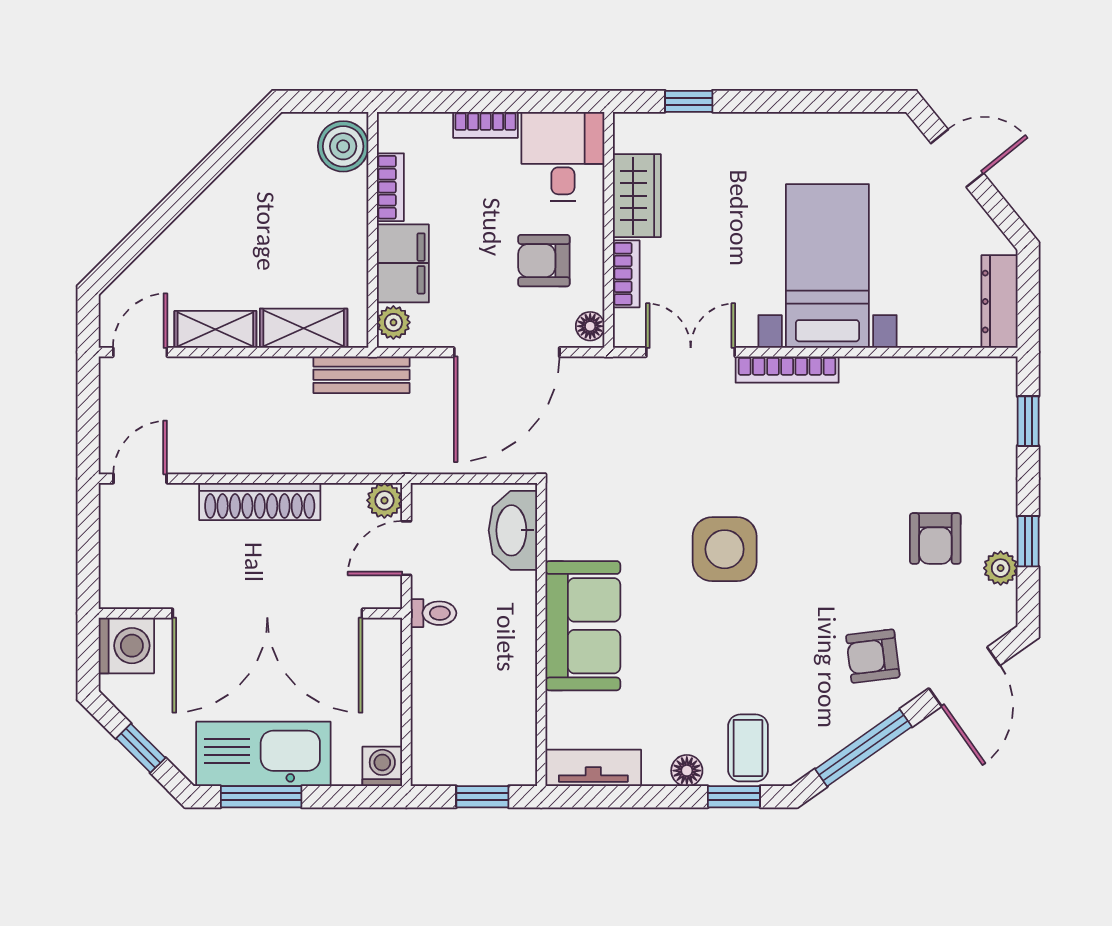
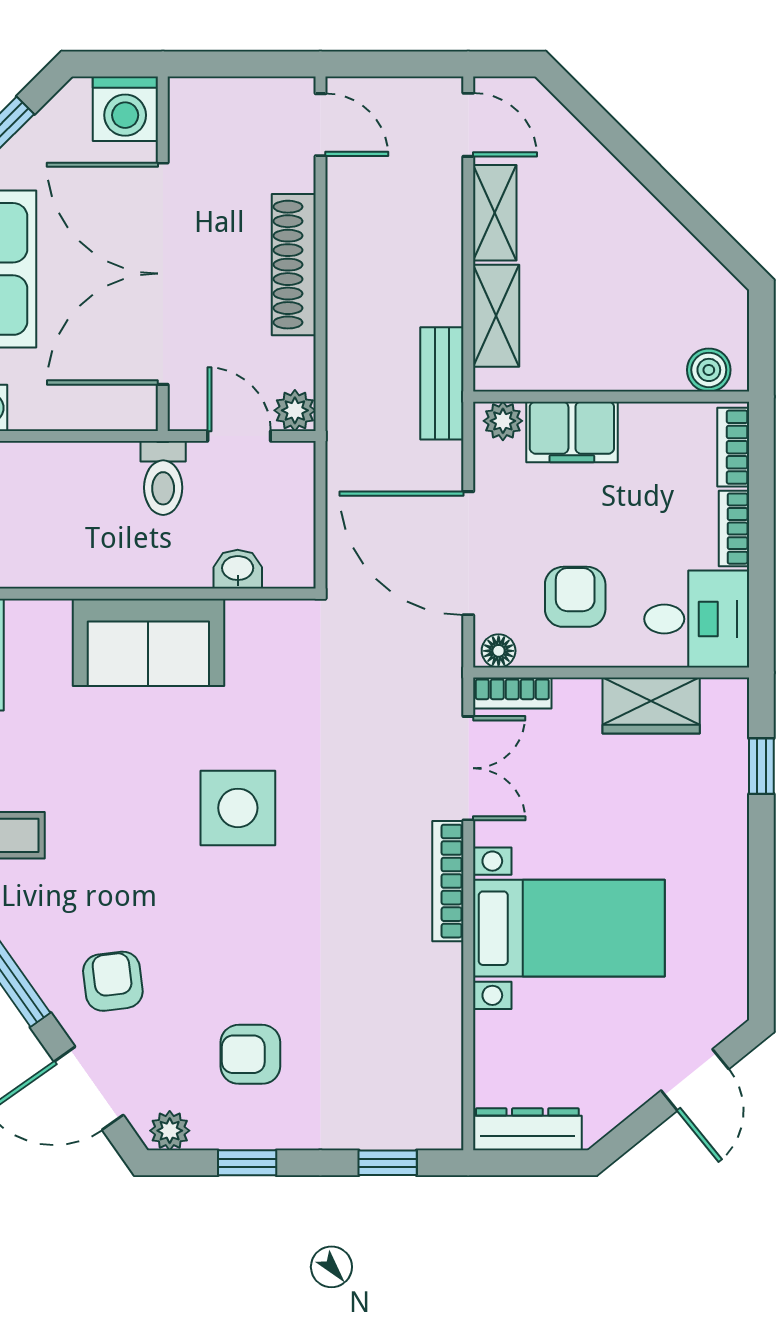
boiler: (343, 146) -> (709, 370), width x0.73, depth x0.73
bookcase: (390, 187) -> (733, 447), moved, turned 90
bookcase: (626, 274) -> (512, 693), moved
washbasin: (513, 530) -> (238, 569), width x0.52, depth x0.69
plant: (1001, 568) -> (170, 1131), moved
toilet: (433, 613) -> (163, 478), width x1.37, depth x1.39

